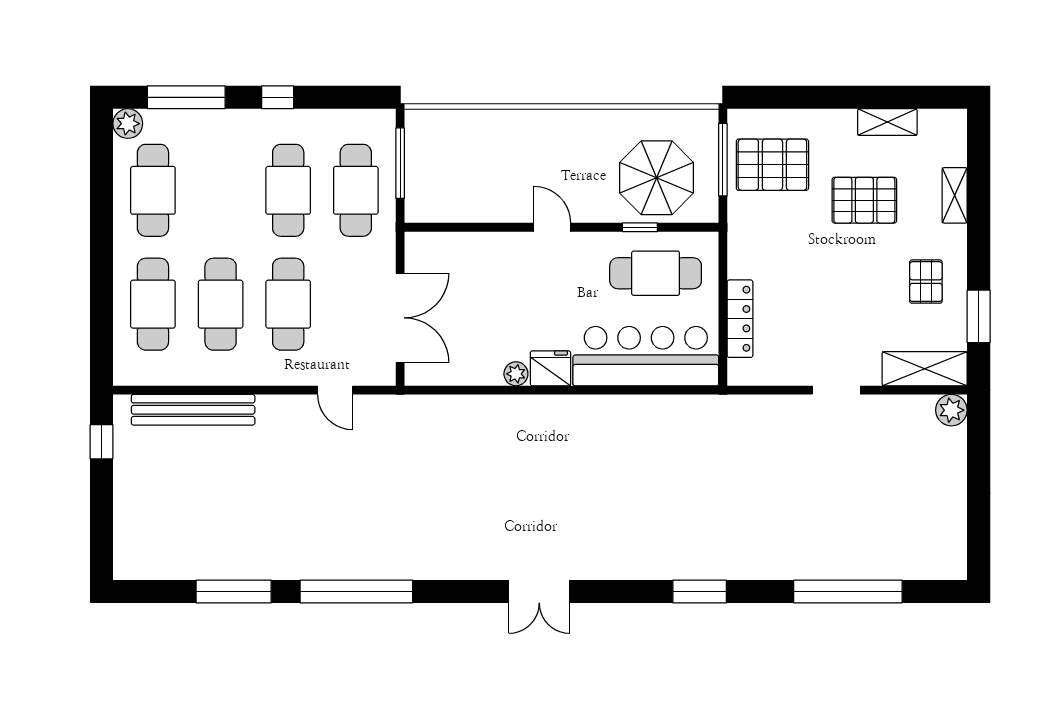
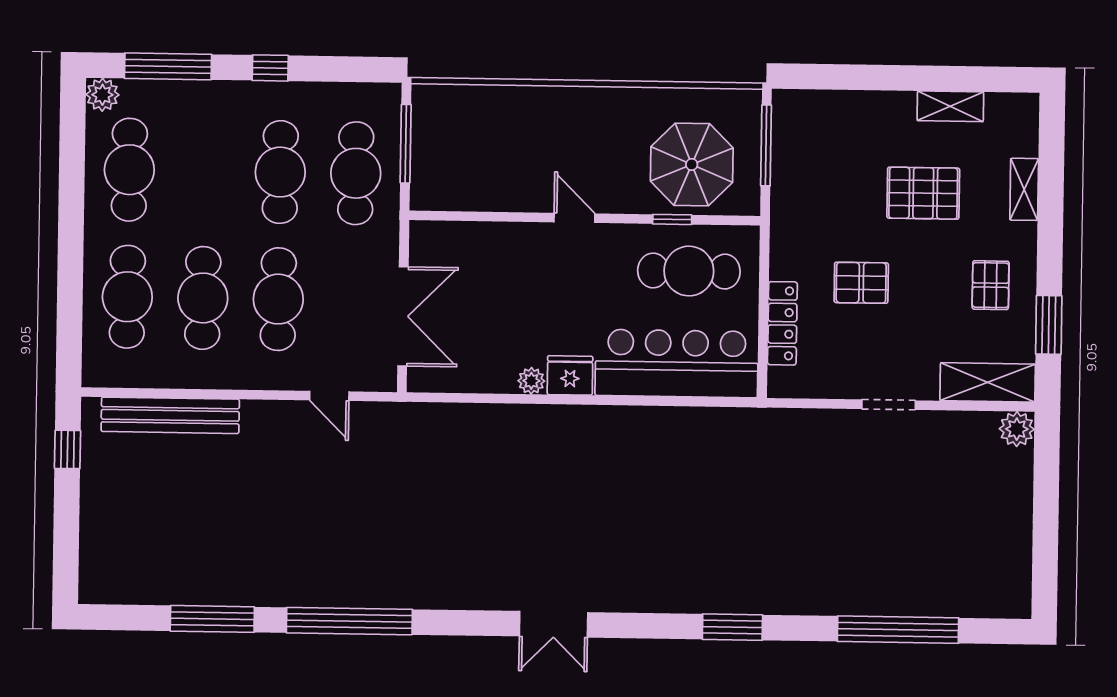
pallet: (772, 165) -> (861, 283), moved, width x0.67, depth x0.71

